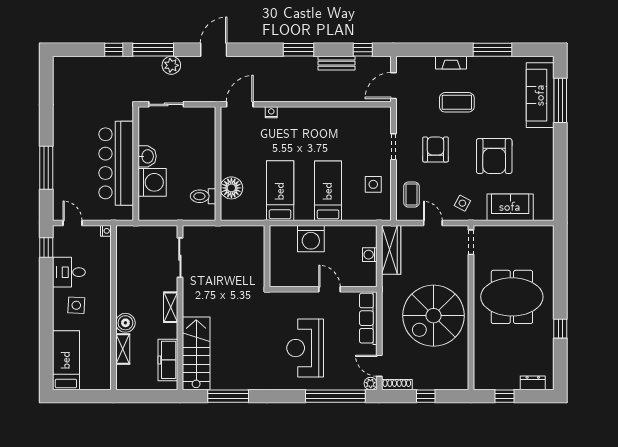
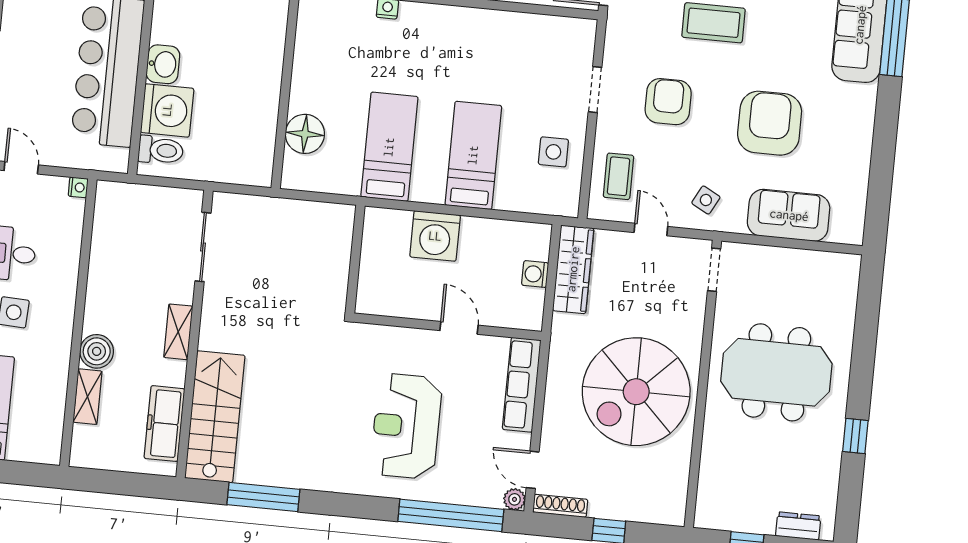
armchair: (494, 156) -> (770, 123), turned 180
toilet: (203, 196) -> (161, 150), moved, turned 180

